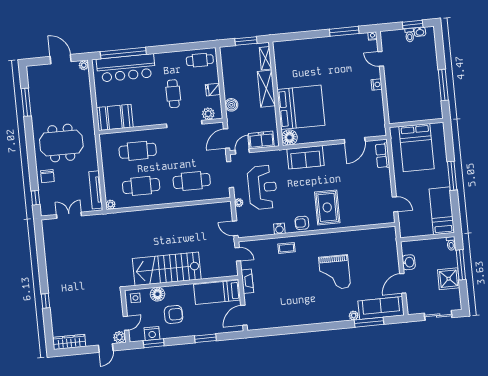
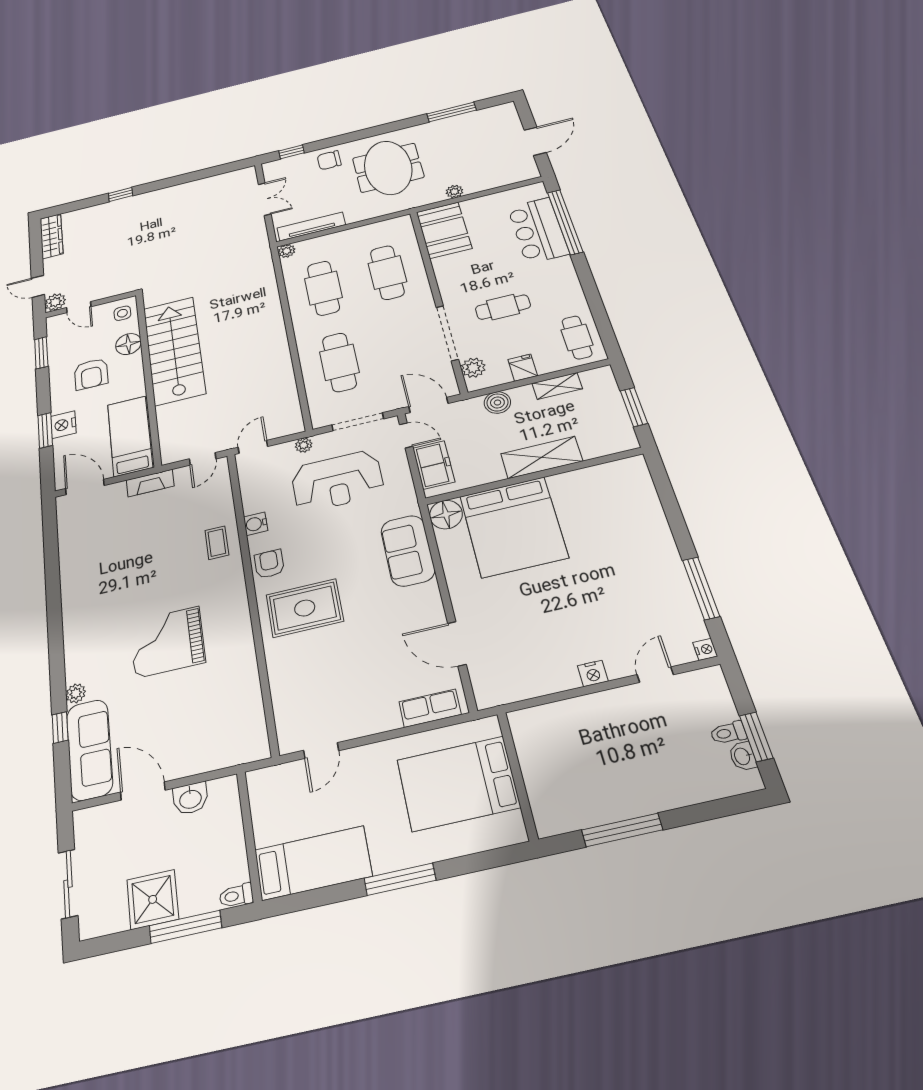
shelving: (265, 58) -> (557, 386), moved
plant: (84, 65) -> (454, 191), moved
bar counter: (126, 68) -> (538, 230), width x0.73
window: (369, 322) -> (60, 727), width x0.46
nightstand: (152, 333) -> (63, 425), moved

